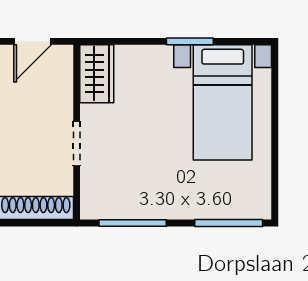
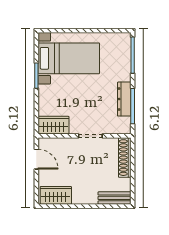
dresser: (146, 207) -> (124, 99), added

